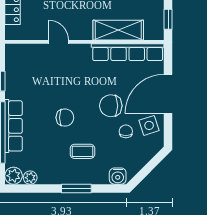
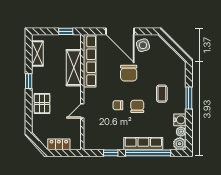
chair: (126, 131) -> (118, 105), moved
water cooler: (118, 176) -> (180, 120), moved

